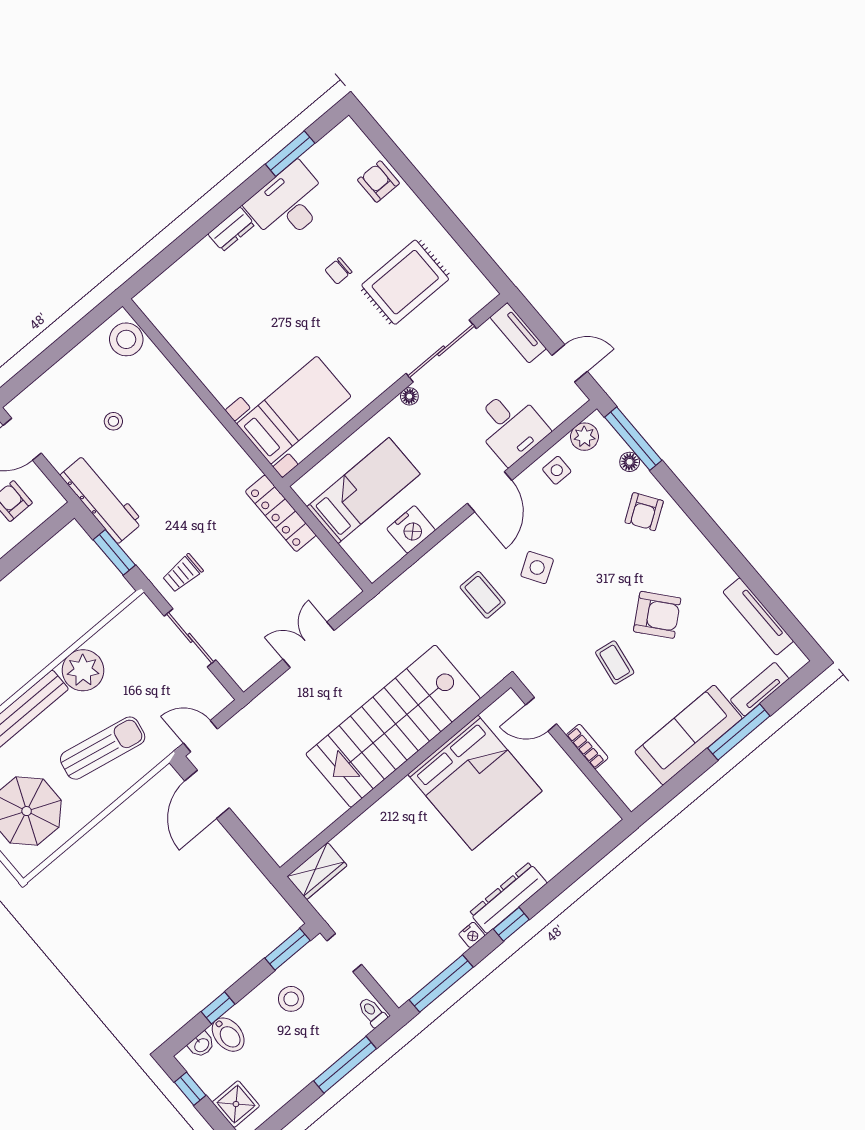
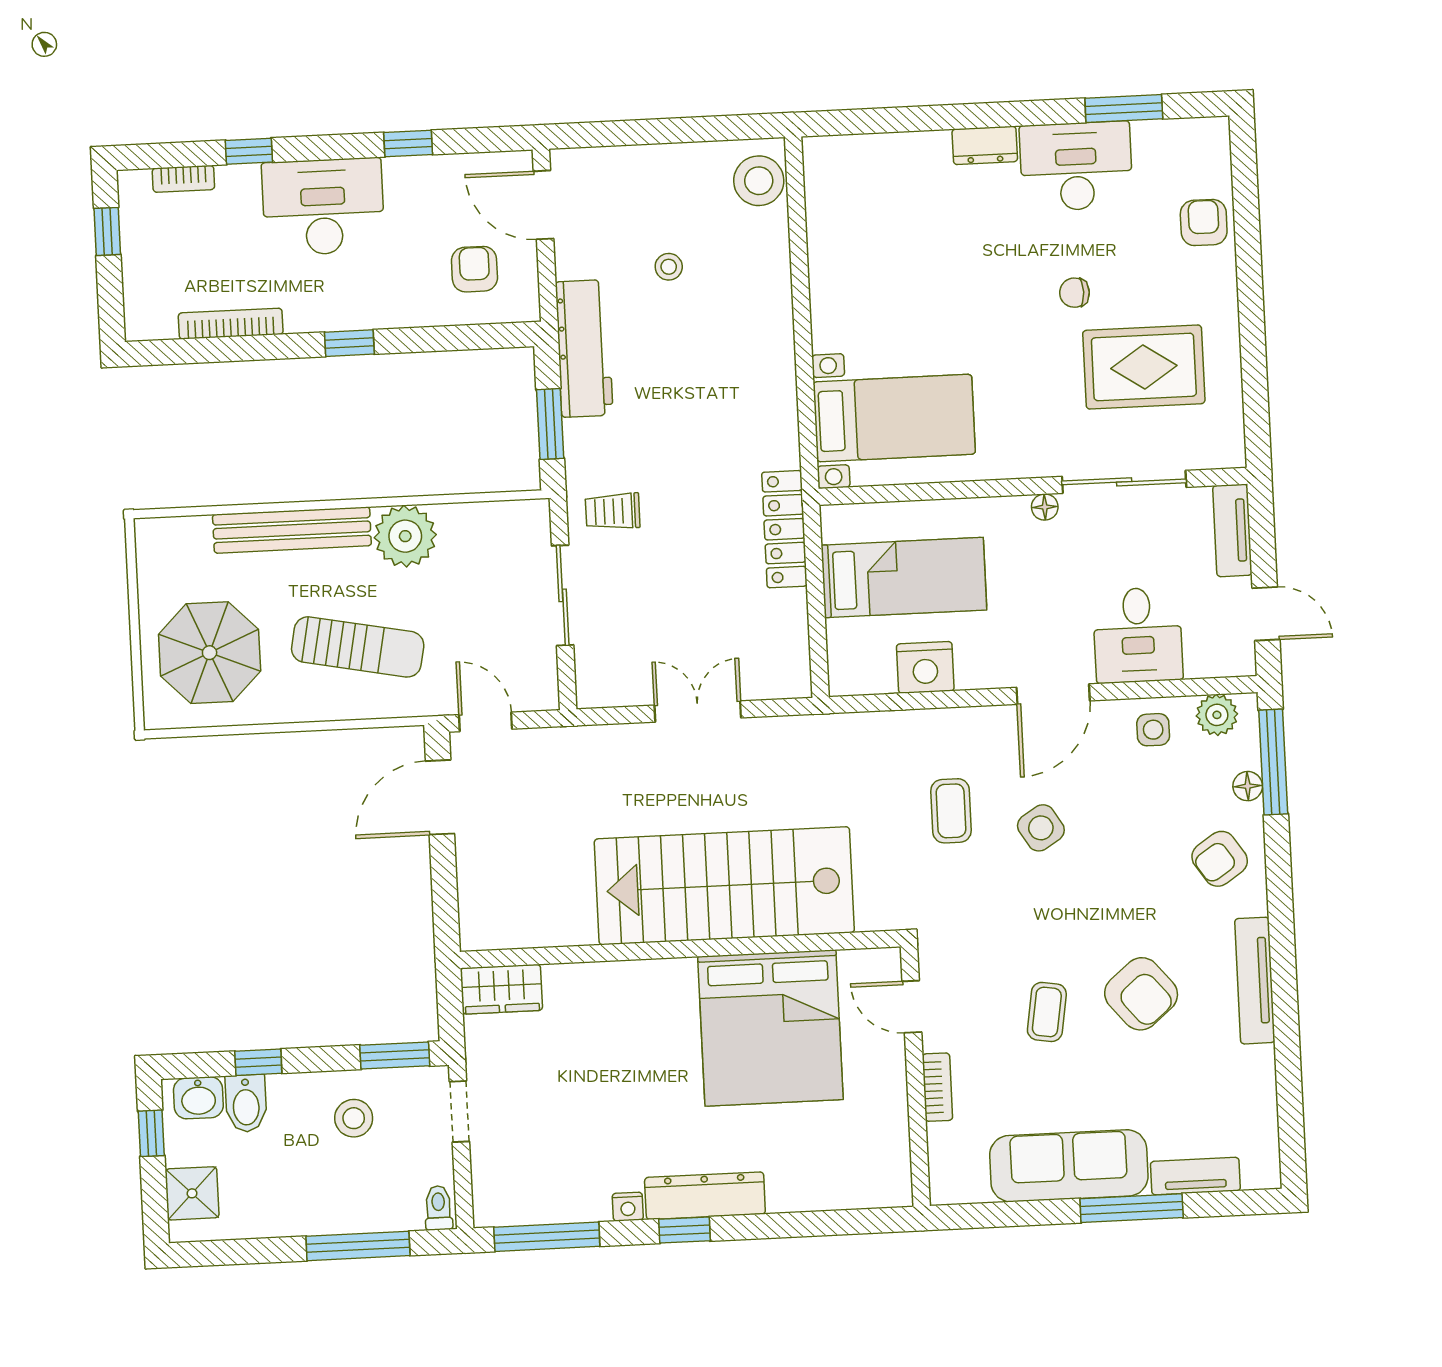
tv unit: (758, 616) -> (1255, 981), moved
washbasin: (201, 1045) -> (198, 1098), width x1.38, depth x1.45

